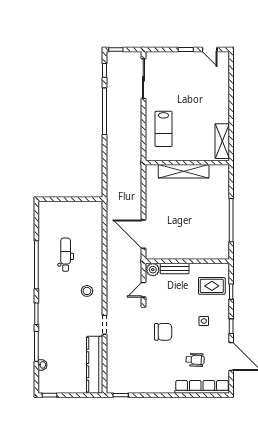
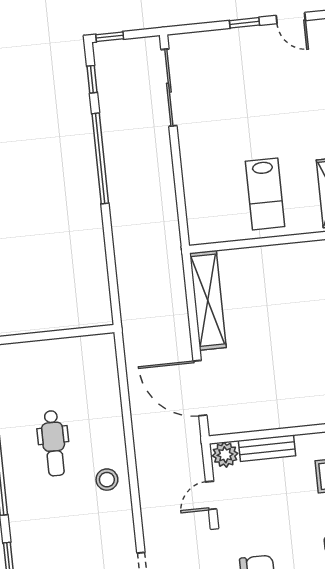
lab bench: (163, 129) -> (265, 194), moved
shelving: (184, 171) -> (208, 300), moved, turned 90
dental chair: (66, 255) -> (54, 443), turned 180
stool: (87, 291) -> (107, 480), moved

